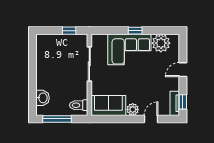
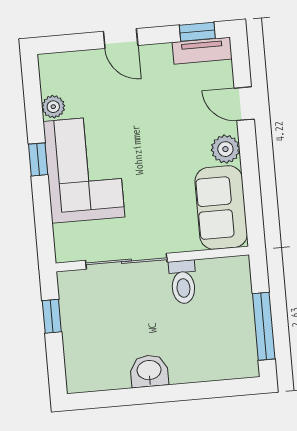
plant: (161, 43) -> (53, 107), width x0.53, depth x0.53
washbasin: (43, 98) -> (149, 371), moved
toilet: (79, 105) -> (183, 282), moved

